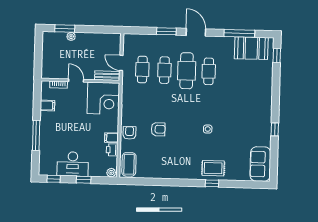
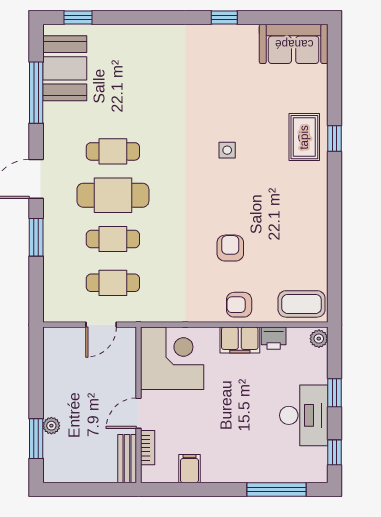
bench: (107, 76) -> (127, 459), moved
window: (36, 135) -> (276, 489), moved
filing cabinet: (111, 138) -> (240, 340), width x2.00

